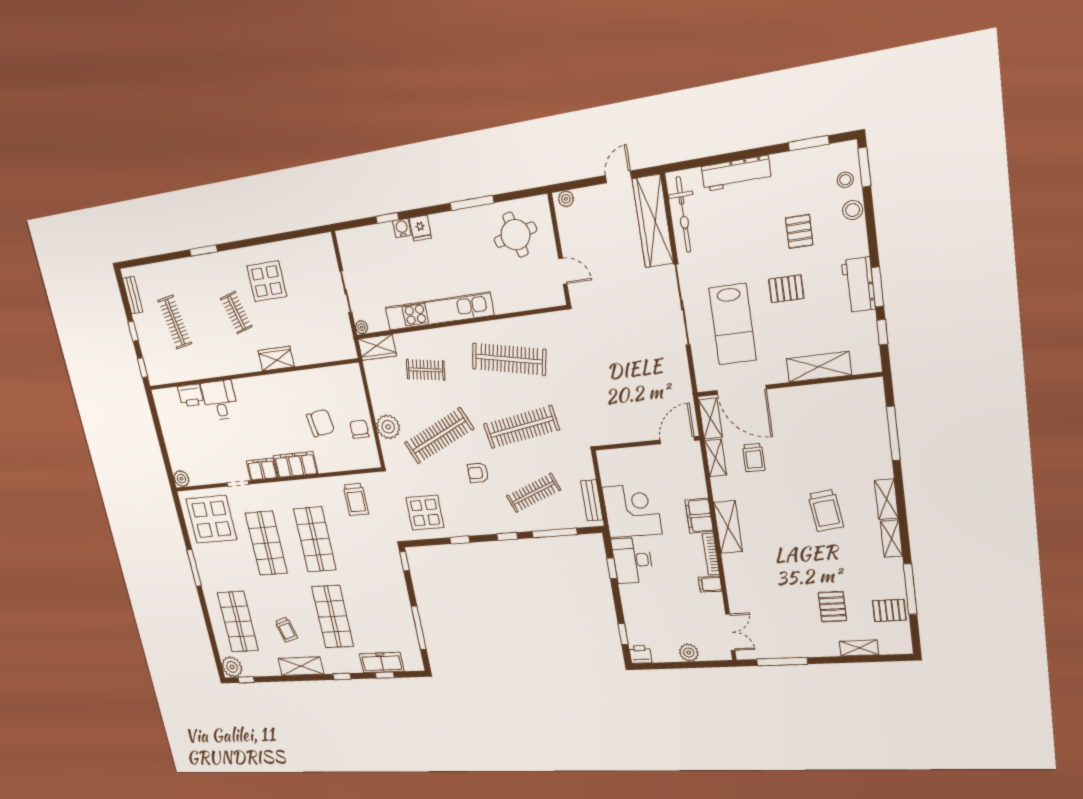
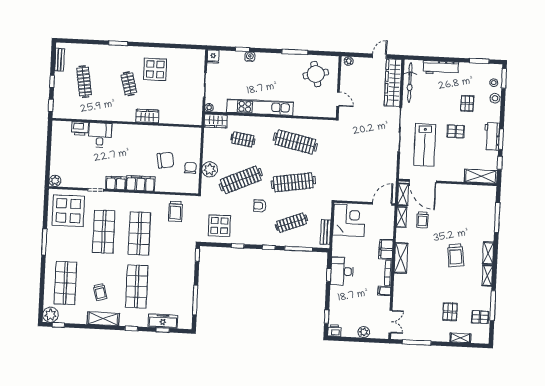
fridge: (420, 228) -> (213, 57), moved
shelving: (819, 367) -> (481, 176), moved
corner desk: (632, 510) -> (349, 220), moved

